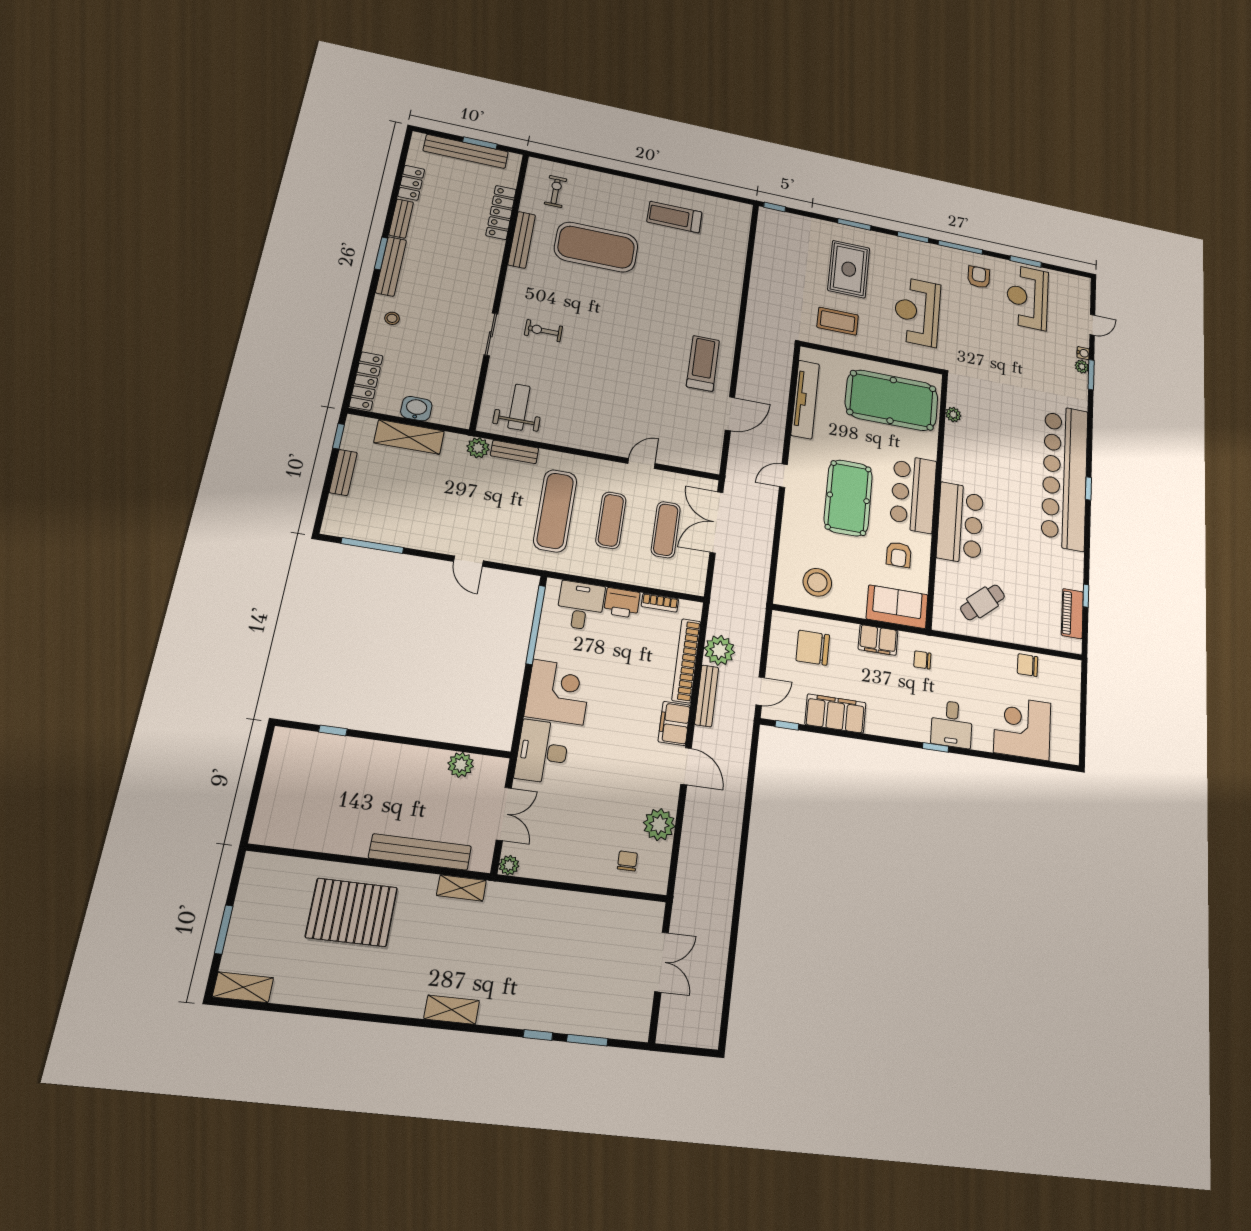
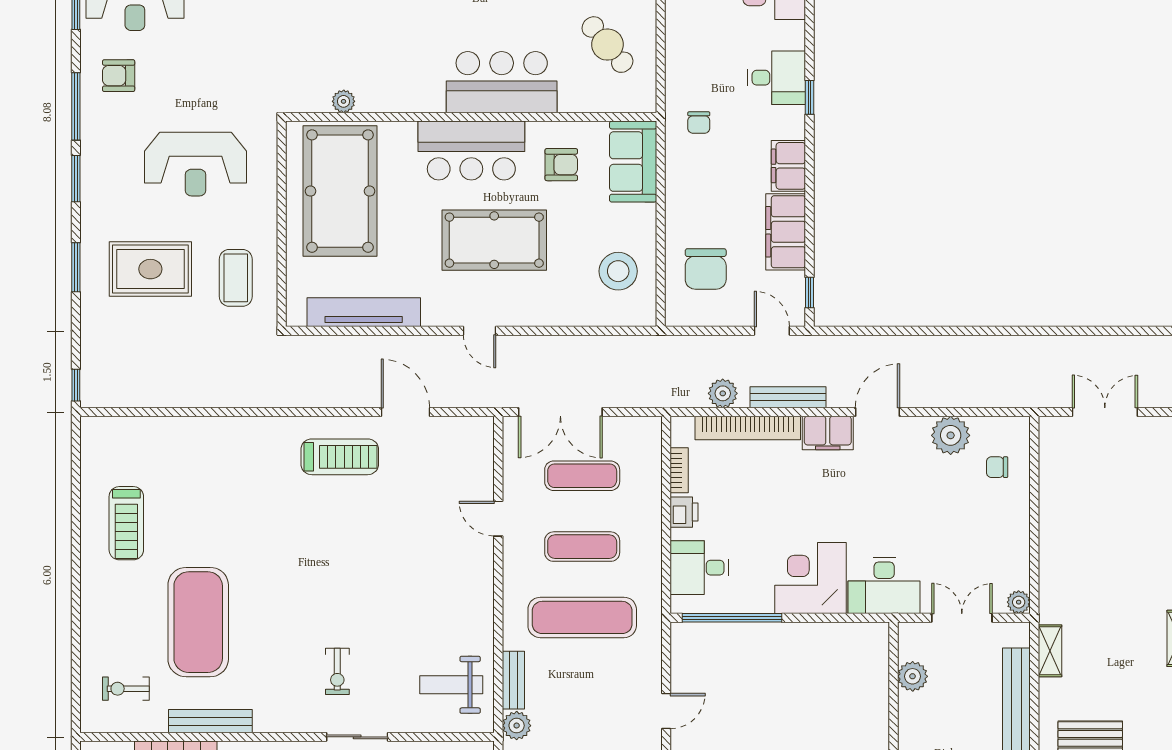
treadmill: (703, 363) -> (340, 457), turned 180
printer: (622, 603) -> (684, 512), width x0.73, depth x0.81
filing cabinet: (878, 640) -> (788, 166), moved, turned 180
plant: (719, 650) -> (723, 393), width x0.73, depth x0.73

